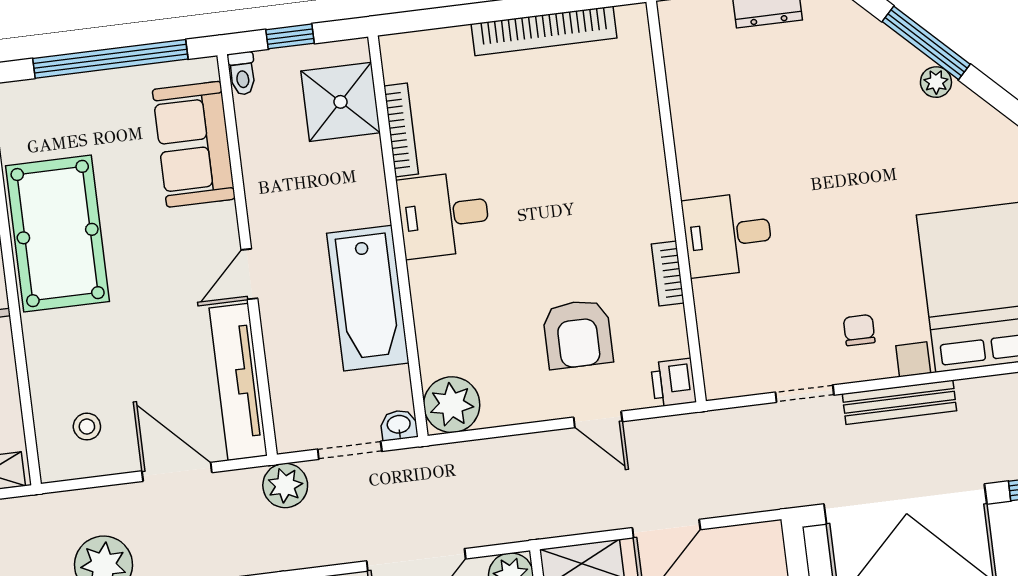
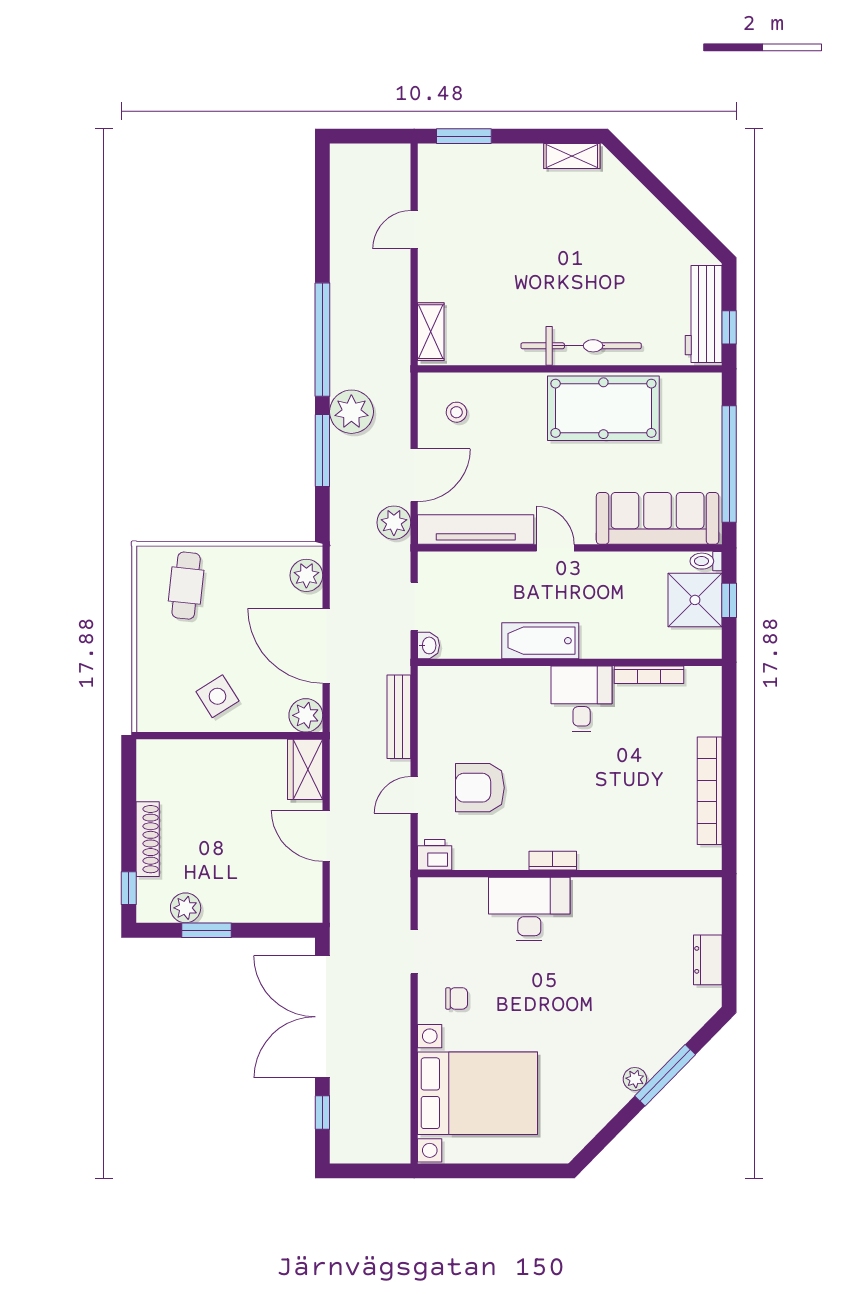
shower: (340, 102) -> (695, 600), moved
sofa: (194, 144) -> (658, 518), width x1.36
desk: (728, 234) -> (529, 909), width x1.37
bookcase: (668, 274) -> (553, 861), moved
bathtub: (368, 298) -> (540, 641), width x0.73, depth x0.73
bench: (899, 402) -> (399, 717), moved
plant: (452, 405) -> (439, 687), removed
plant: (285, 485) -> (394, 523), moved

